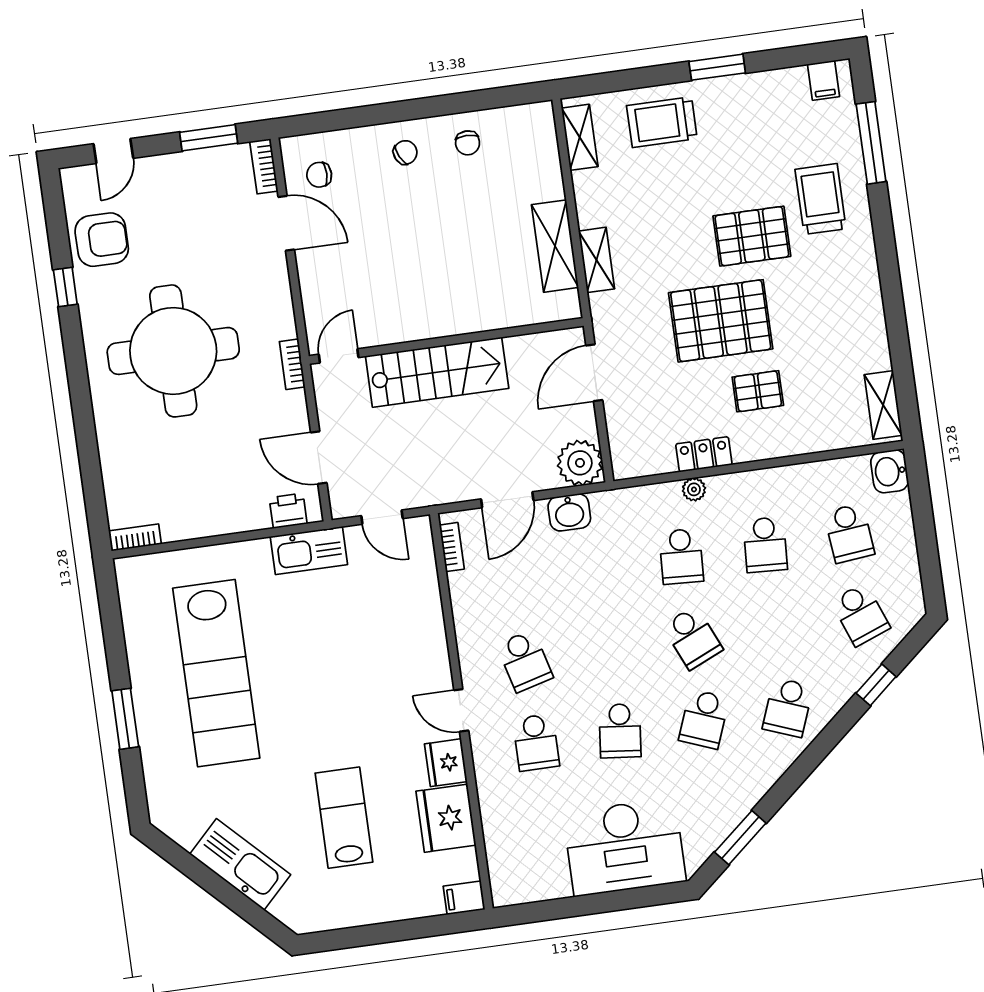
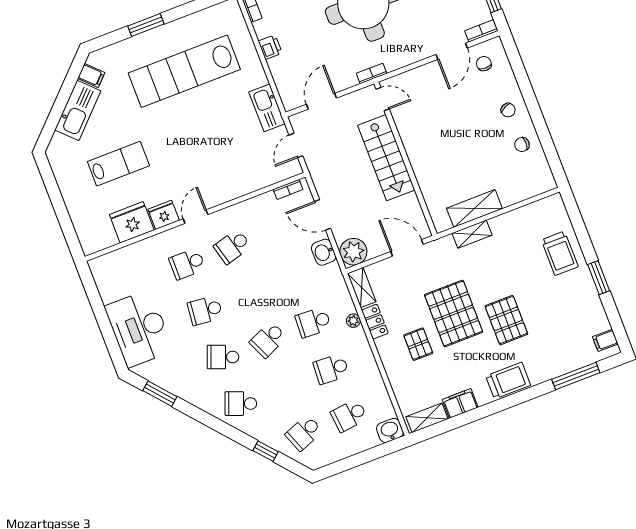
trolley: (662, 122) -> (560, 253), turned 180
shelving: (580, 137) -> (362, 287), moved, turned 90
trolley: (821, 199) -> (508, 381), moved
filing cabinet: (872, 345) -> (460, 403), added
printer: (288, 511) -> (270, 47), moved
filing cabinet: (464, 898) -> (91, 75), moved, turned 135

